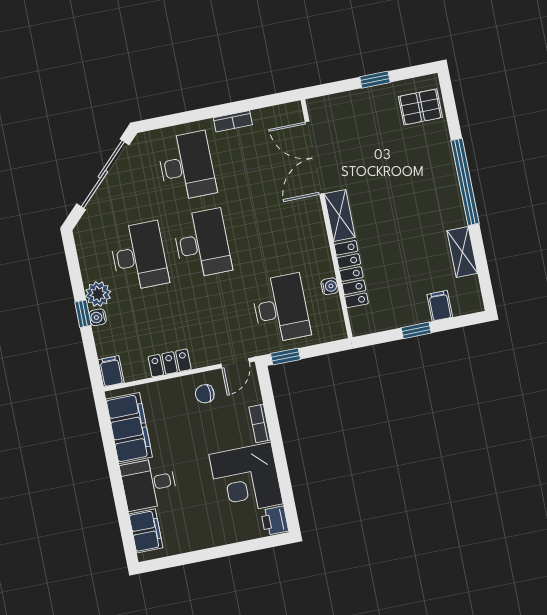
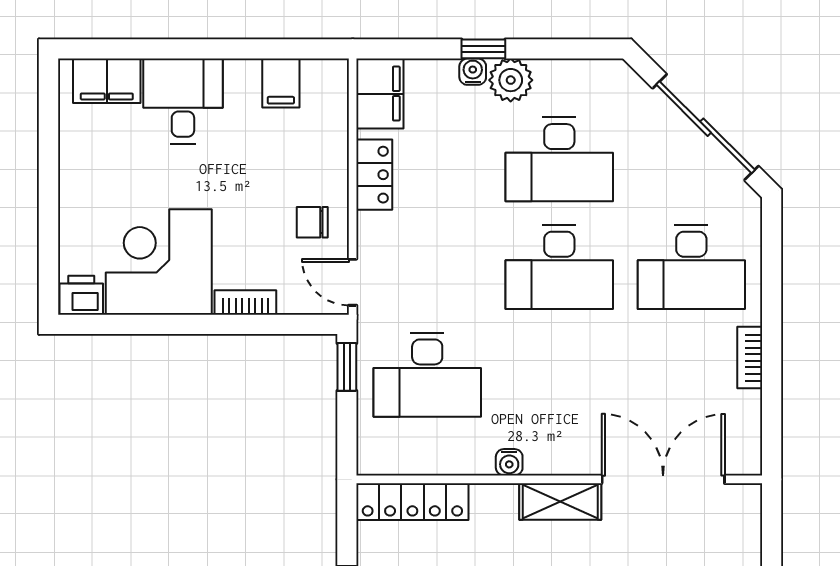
locker: (351, 274) -> (412, 502), moved
water cooler: (330, 286) -> (509, 462), moved
filing cabinet: (111, 371) -> (380, 94), width x2.00
chair: (205, 394) -> (312, 222), turned -90
filing cabinet: (129, 428) -> (281, 83), width x0.33, depth x0.86

